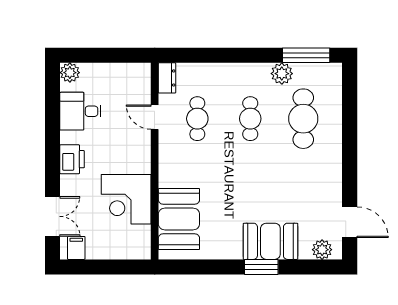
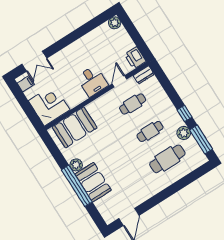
window: (256, 55) -> (185, 113), added
desk: (80, 111) -> (92, 81), moved, turned 180
printer: (72, 159) -> (135, 58), moved, turned 90
corner desk: (126, 199) -> (49, 105), moved, turned 90
plant: (322, 250) -> (76, 165), moved
window: (261, 267) -> (77, 186), width x2.11

